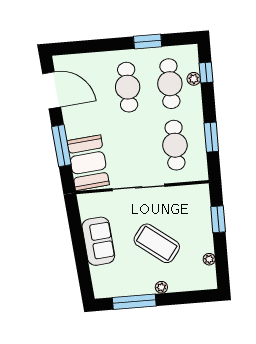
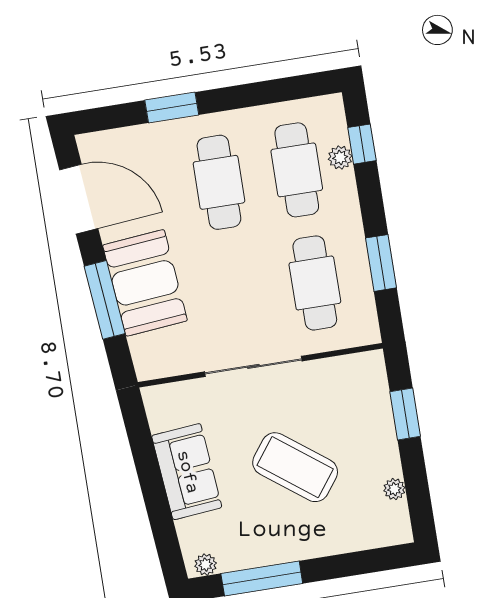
window: (148, 42) -> (172, 108), moved
booth: (88, 163) -> (145, 283), moved
plant: (161, 287) -> (206, 565), moved

